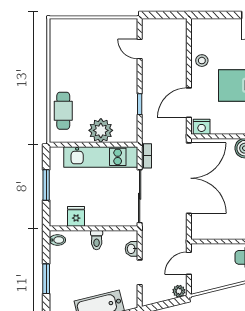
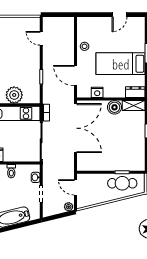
door: (189, 103) -> (75, 76), hinge flipped
nightstand: (202, 127) -> (97, 92), moved
door: (189, 263) -> (75, 187), hinge flipped

